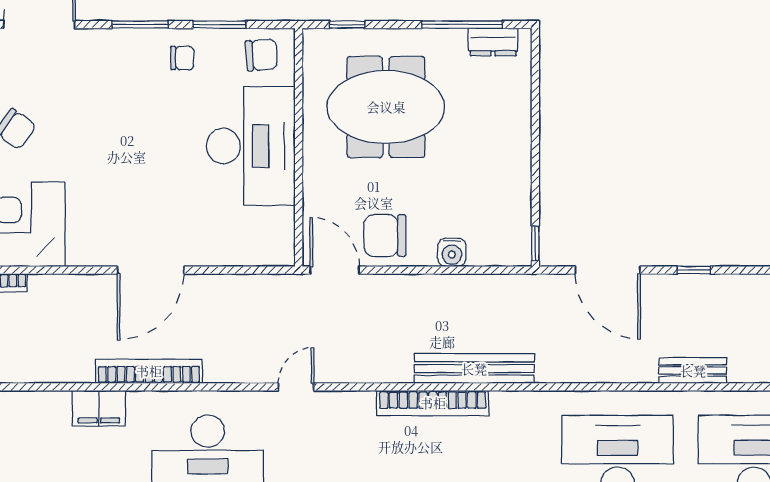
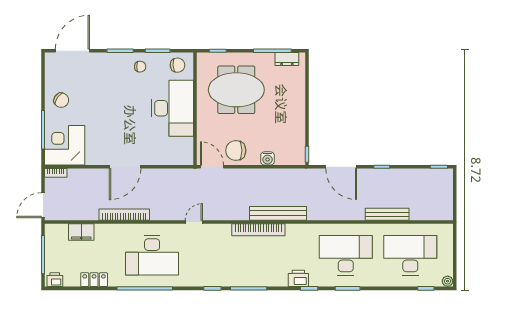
bench: (693, 371) -> (387, 214), width x1.36
filing cabinet: (99, 408) -> (81, 232), moved

